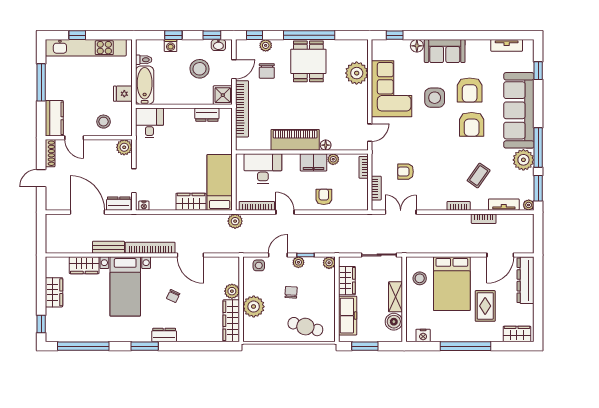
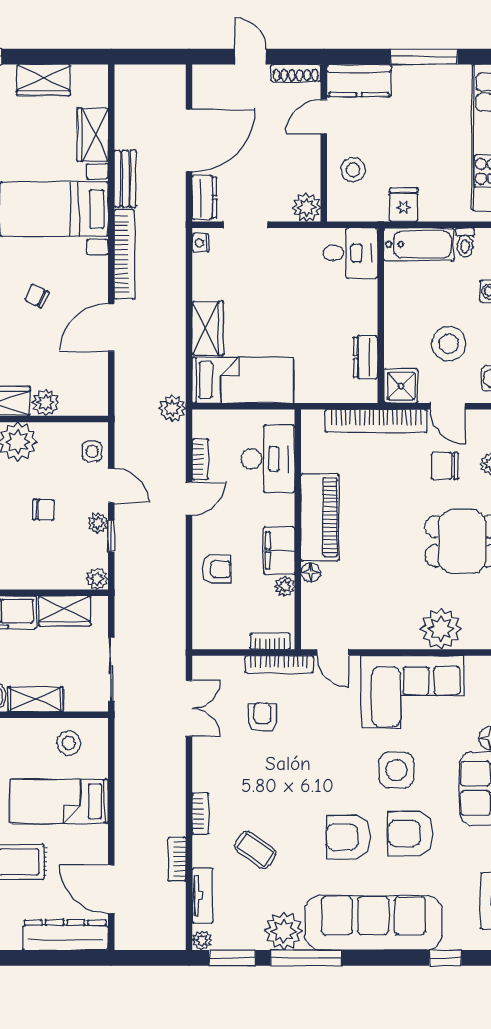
bookcase: (376, 188) -> (279, 664), moved, width x1.56
bookcase: (257, 206) -> (200, 459), width x0.64
bed: (452, 284) -> (59, 801), width x0.67

